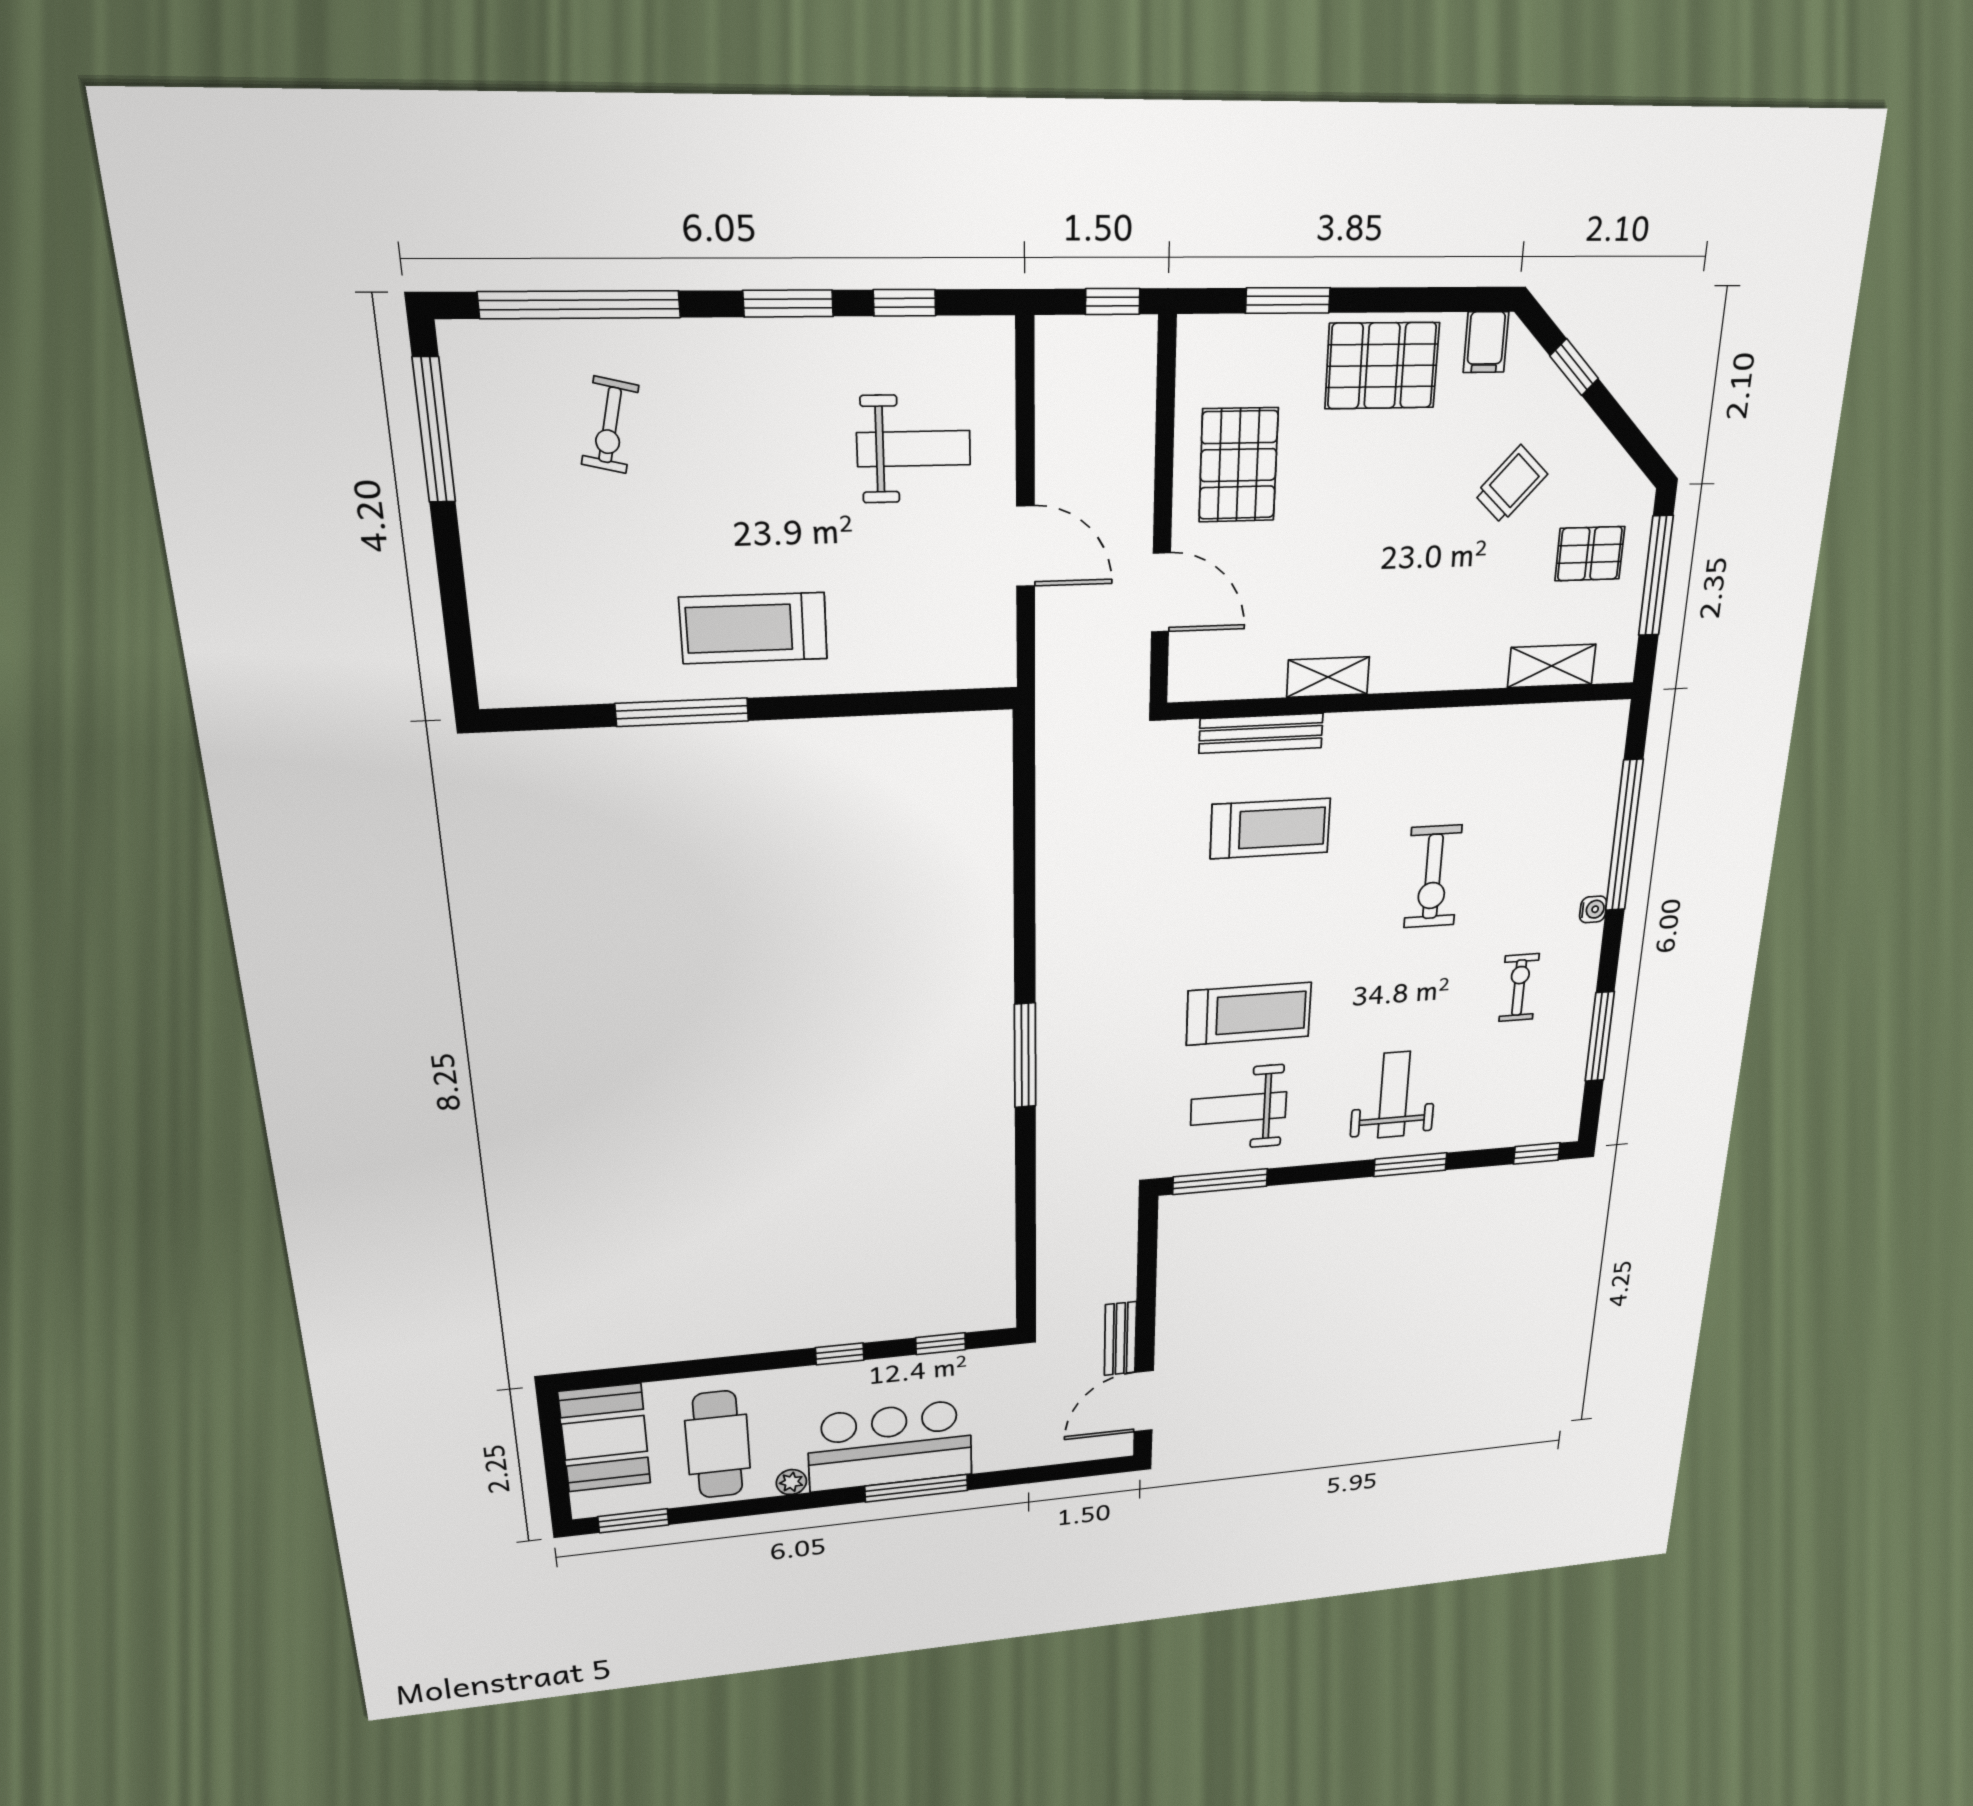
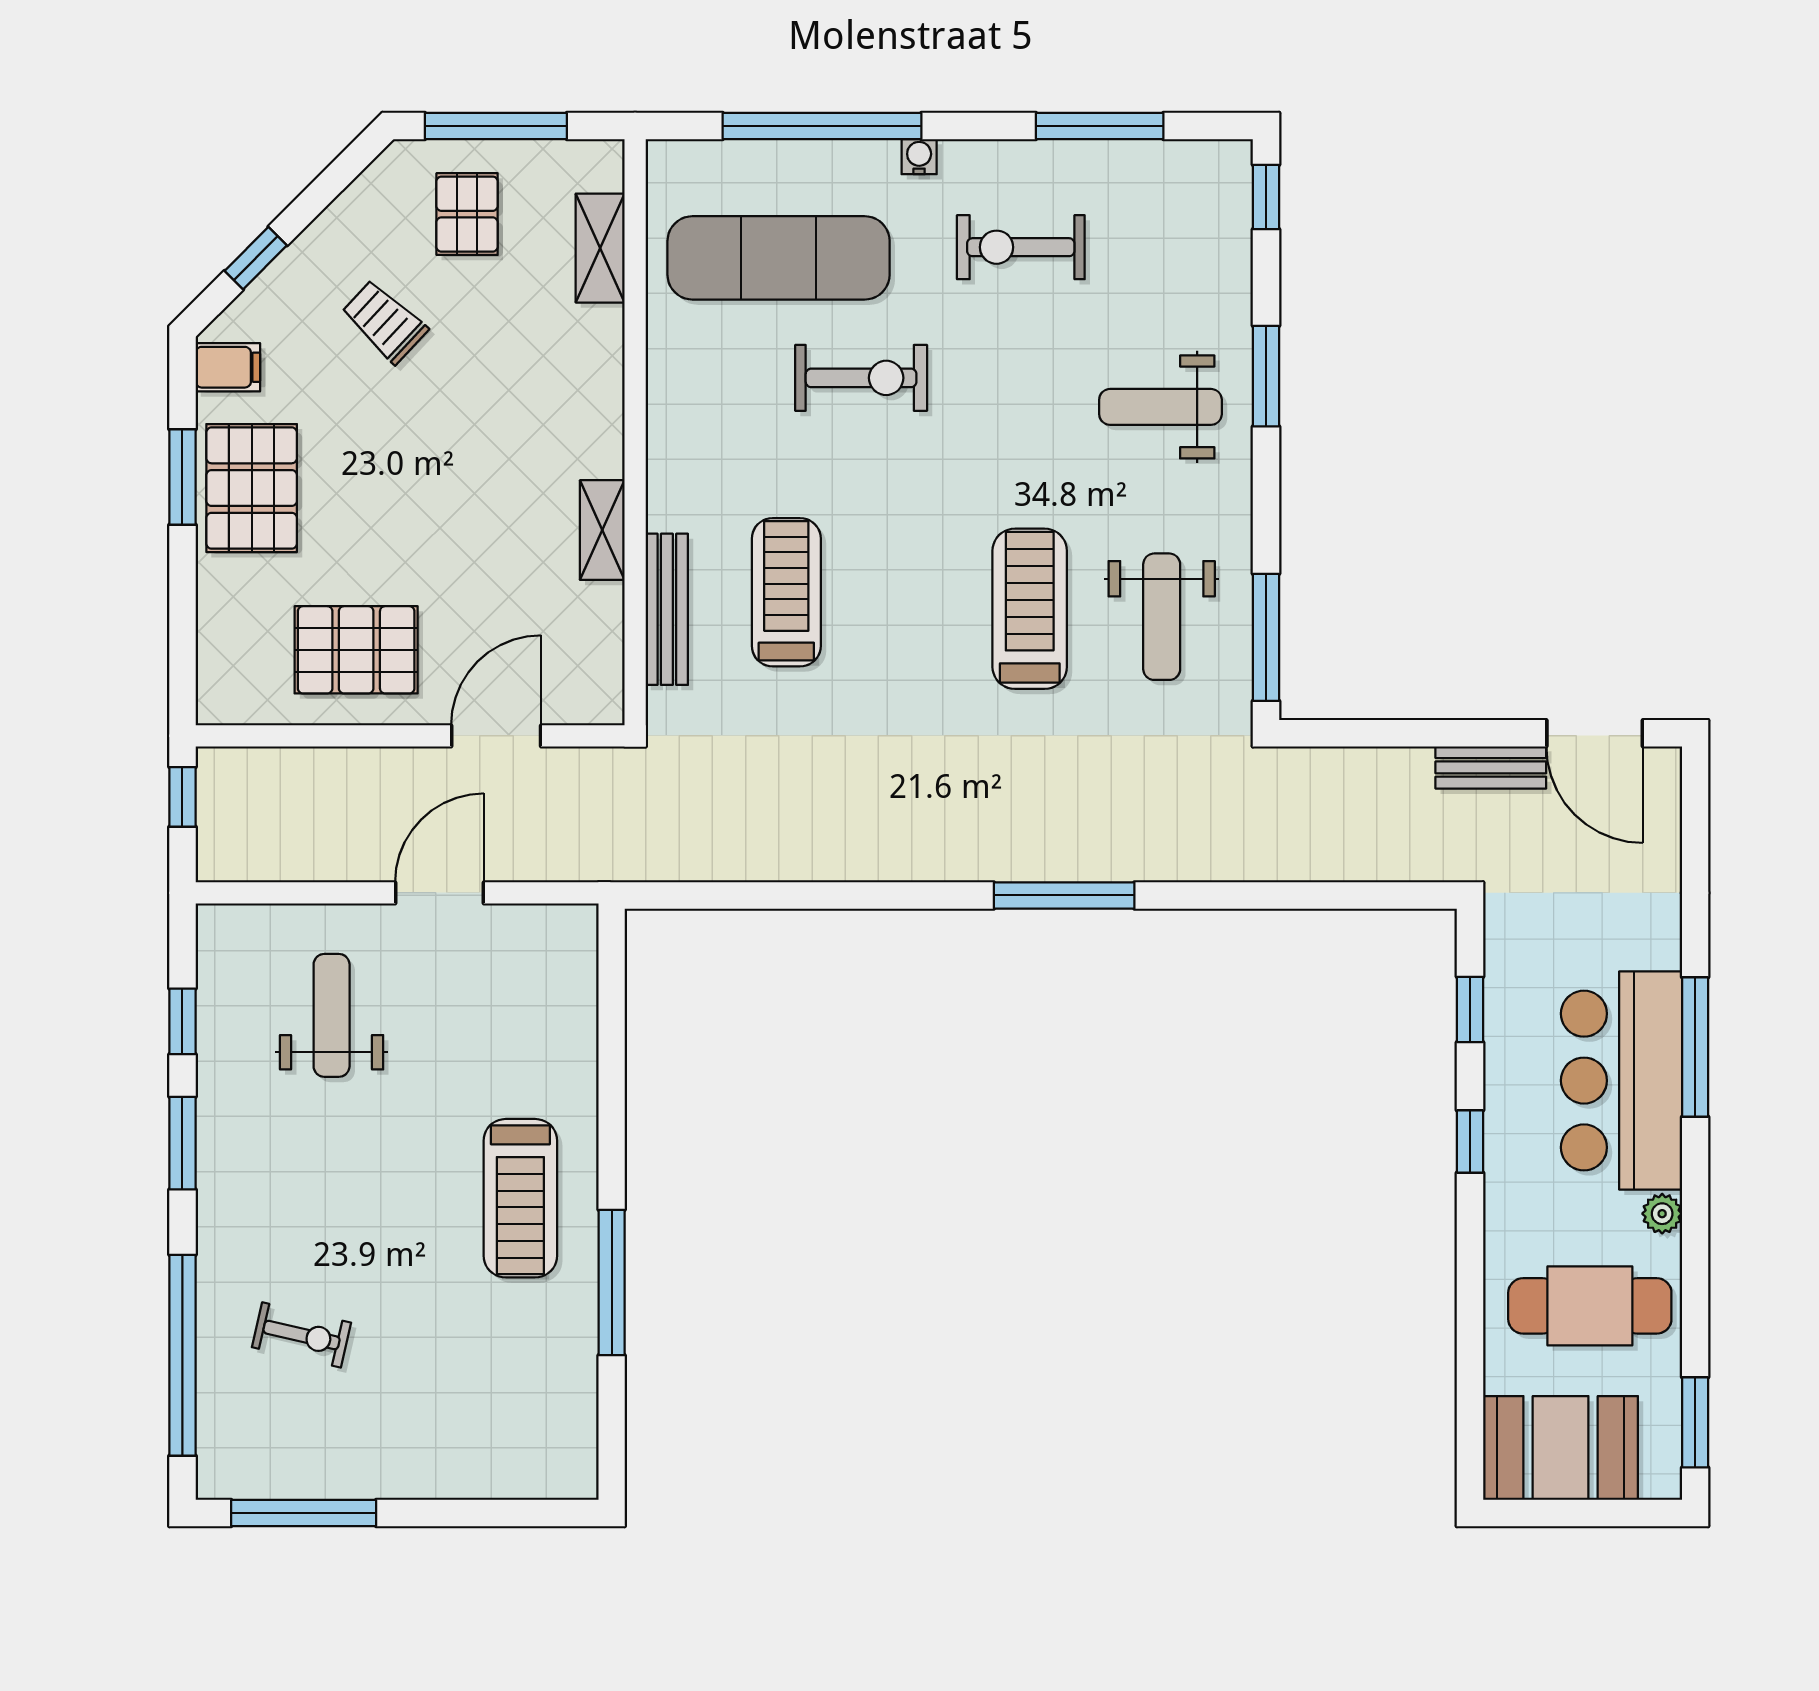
window: (1288, 301) -> (182, 477), moved
exercise mat: (1530, 808) -> (779, 258), added
exercise bike: (1519, 988) -> (1021, 247), width x1.38, depth x1.39

